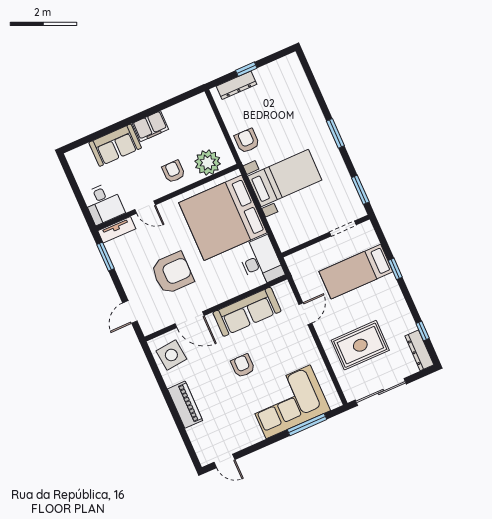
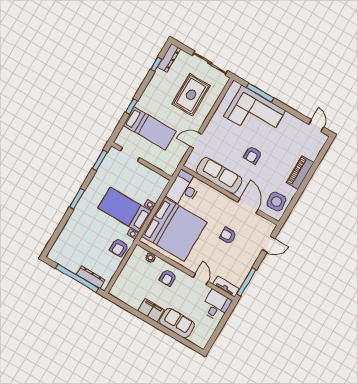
window: (246, 69) -> (77, 278), width x3.17
plant: (208, 163) -> (150, 258), width x0.53, depth x0.53
window: (105, 257) -> (247, 282), width x1.44
armchair: (172, 273) -> (228, 236), width x0.53, depth x0.53
rug: (360, 345) -> (191, 95), turned 90

